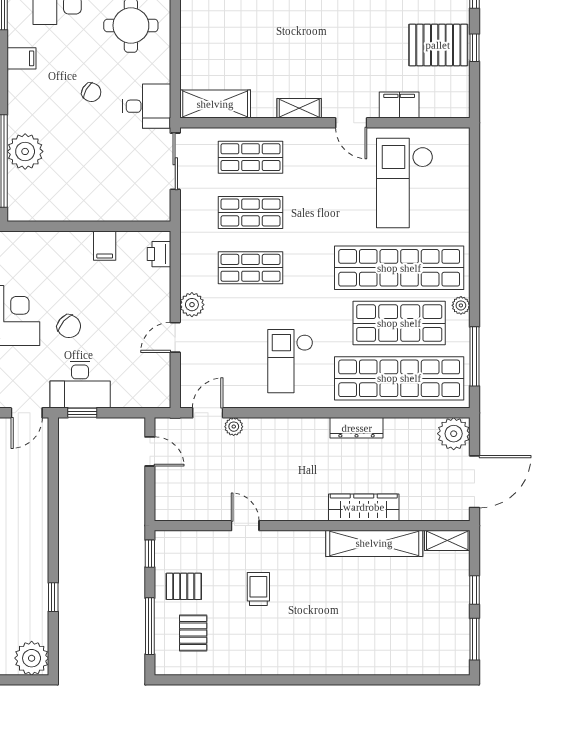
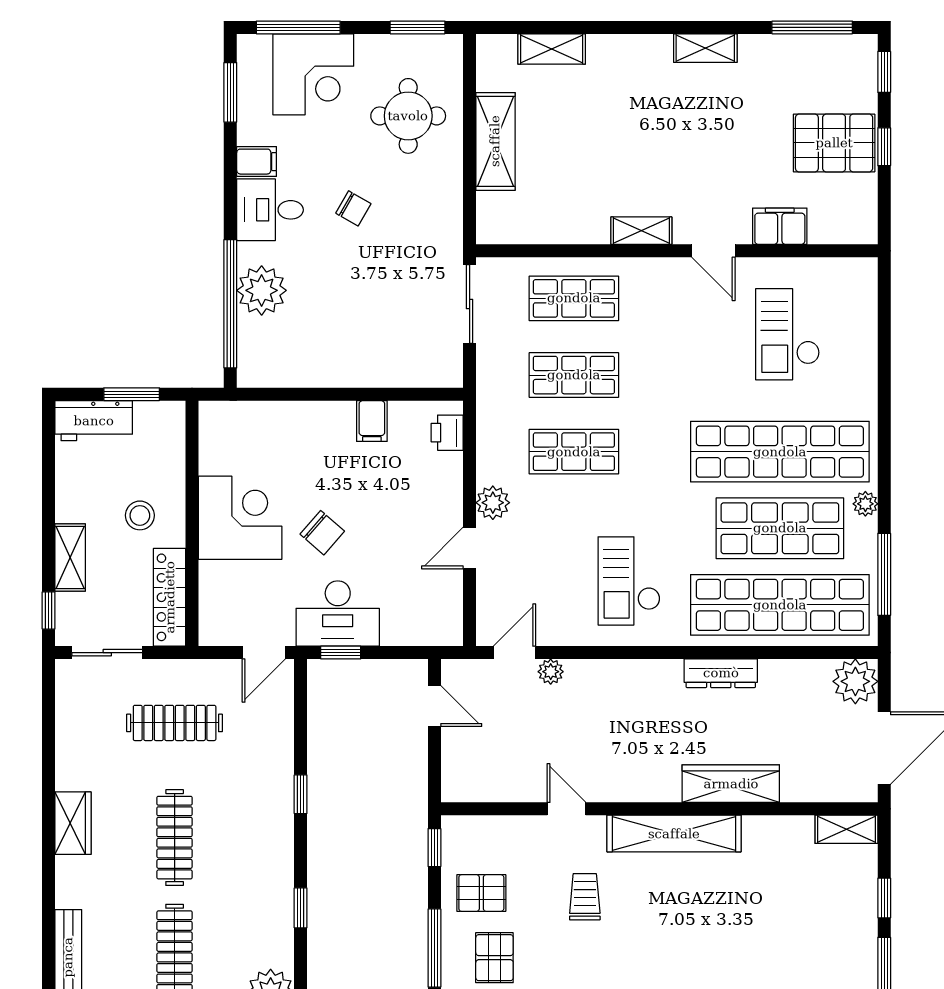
shelving: (215, 104) -> (495, 141), moved, turned 90
desk: (147, 106) -> (270, 210), moved, turned 180
checkout: (405, 183) -> (788, 334), width x0.73, depth x0.83
window: (53, 515) -> (301, 794), added
shelving: (374, 543) -> (674, 834), moved

